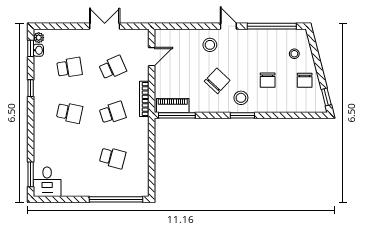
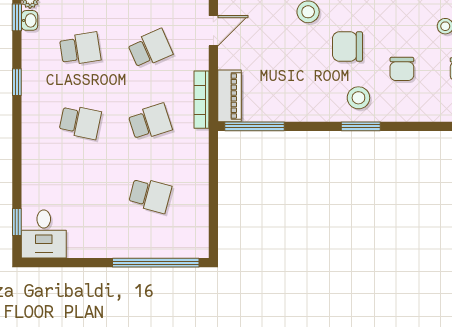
chair: (217, 81) -> (347, 46), moved, turned -133
piano: (173, 106) -> (229, 96), moved, turned 90
window: (31, 174) -> (17, 222), width x0.67

